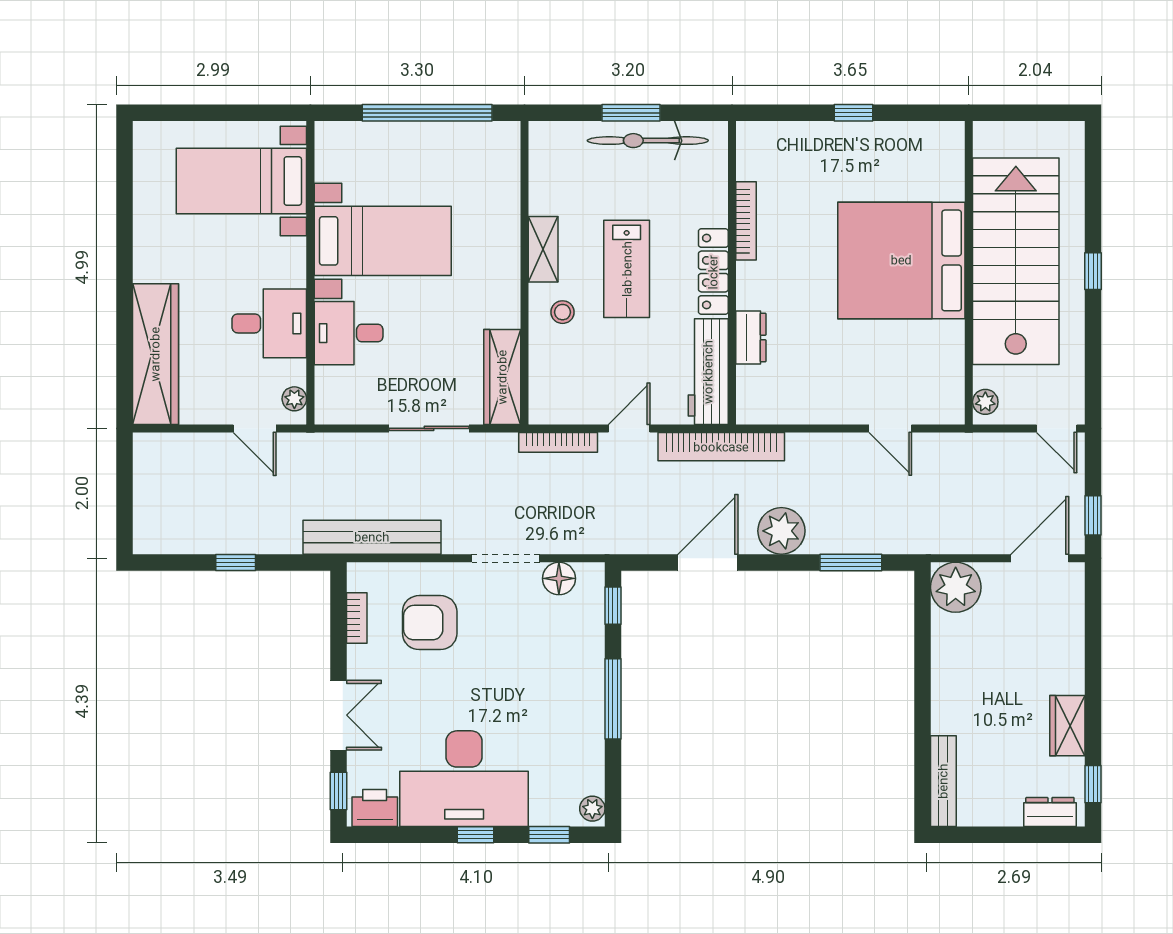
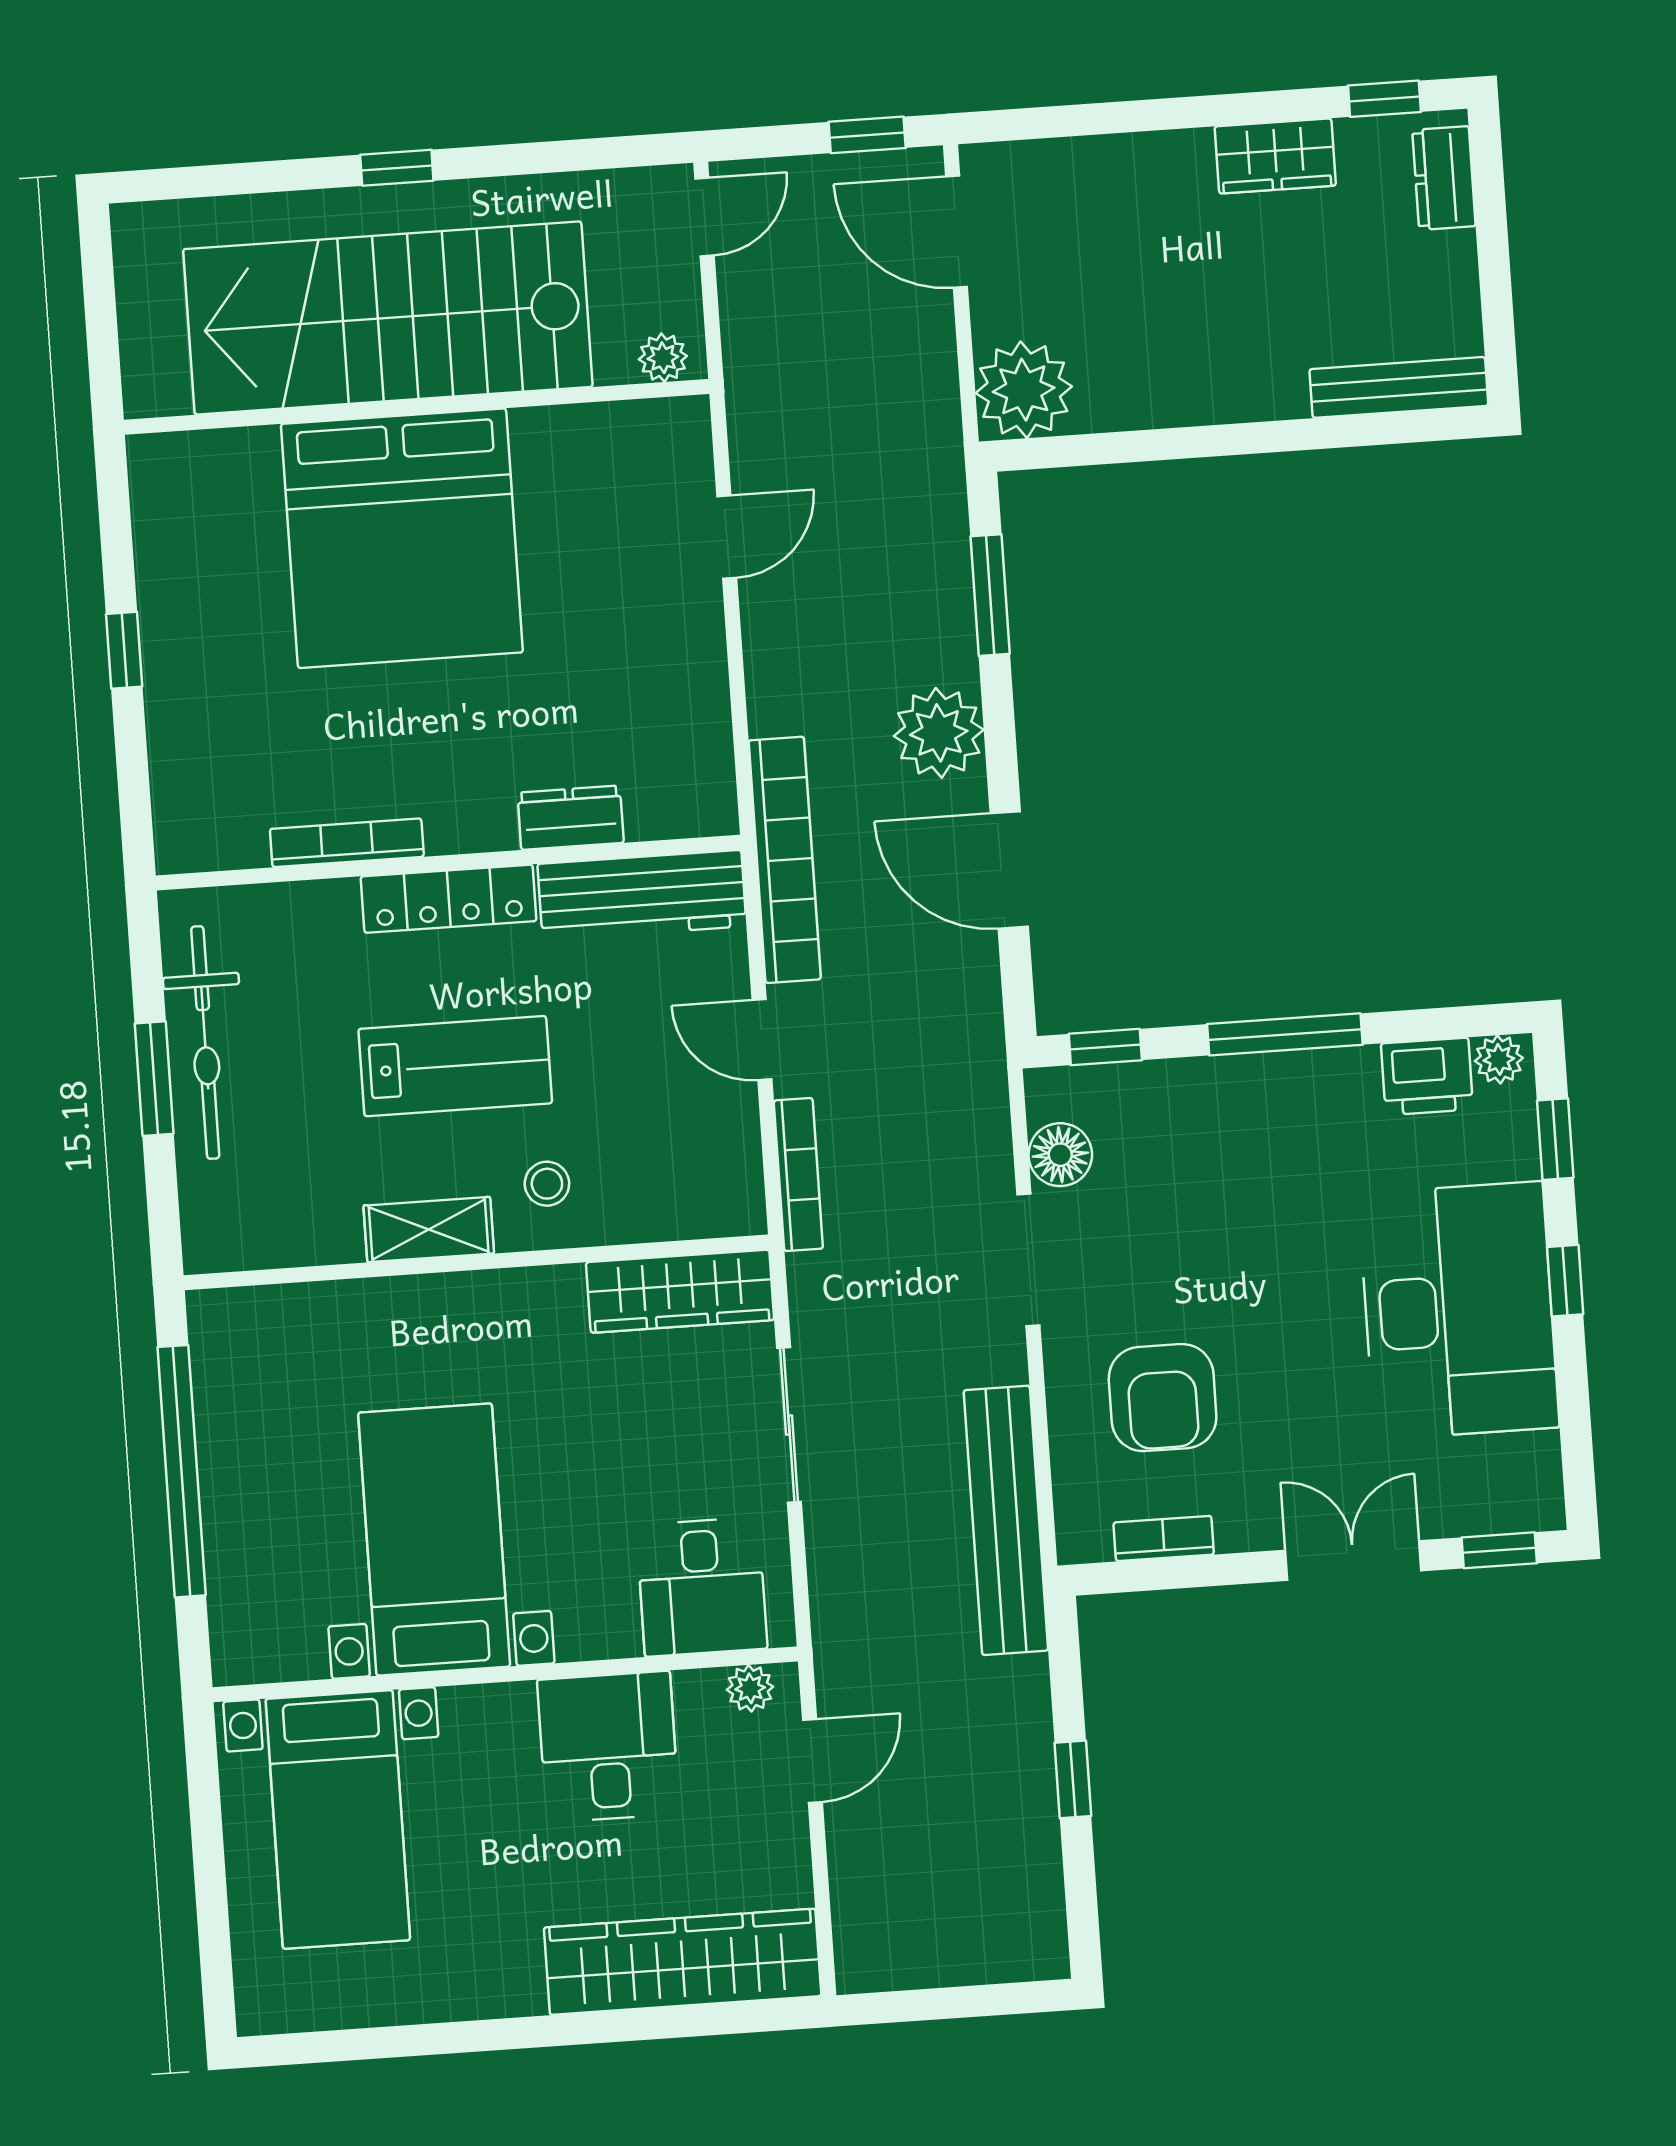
desk: (349, 333) -> (702, 1587), moved
printer: (375, 808) -> (1427, 1076), moved, turned -90

